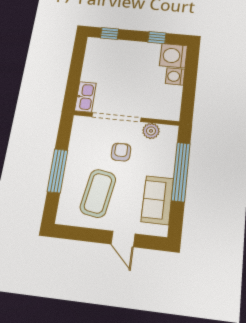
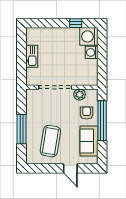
window: (110, 33) -> (41, 23), removed
kitchen sink: (85, 97) -> (32, 56), moved
armchair: (121, 152) -> (87, 113), moved

